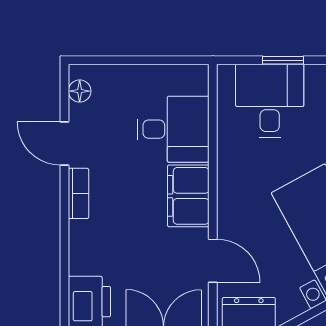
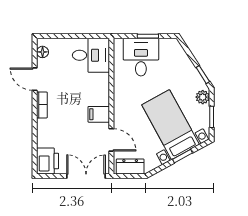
desk: (173, 129) -> (91, 55), moved
filing cabinet: (188, 196) -> (99, 114), width x0.50

